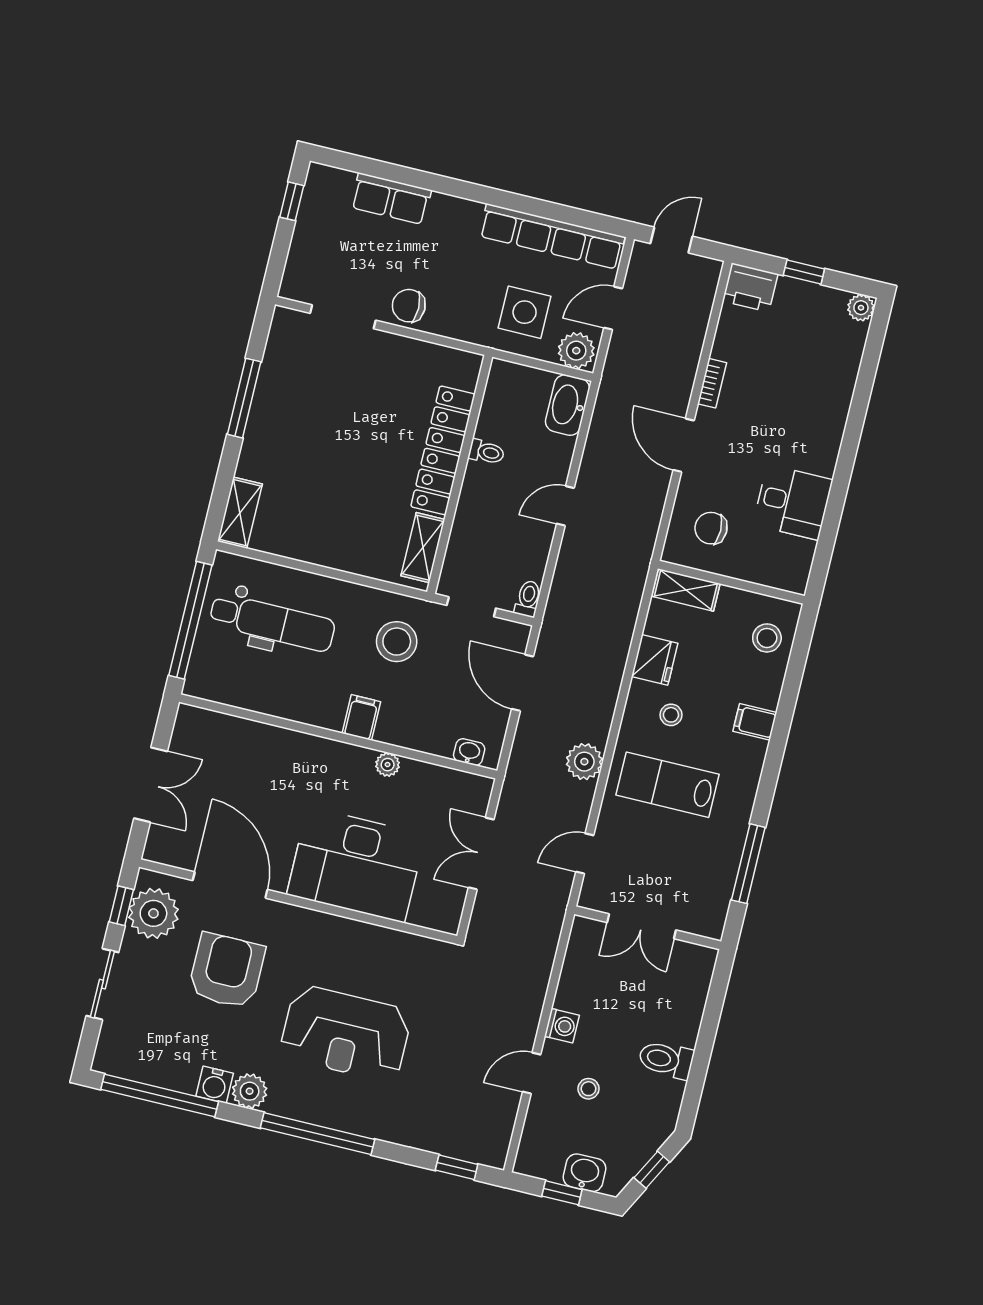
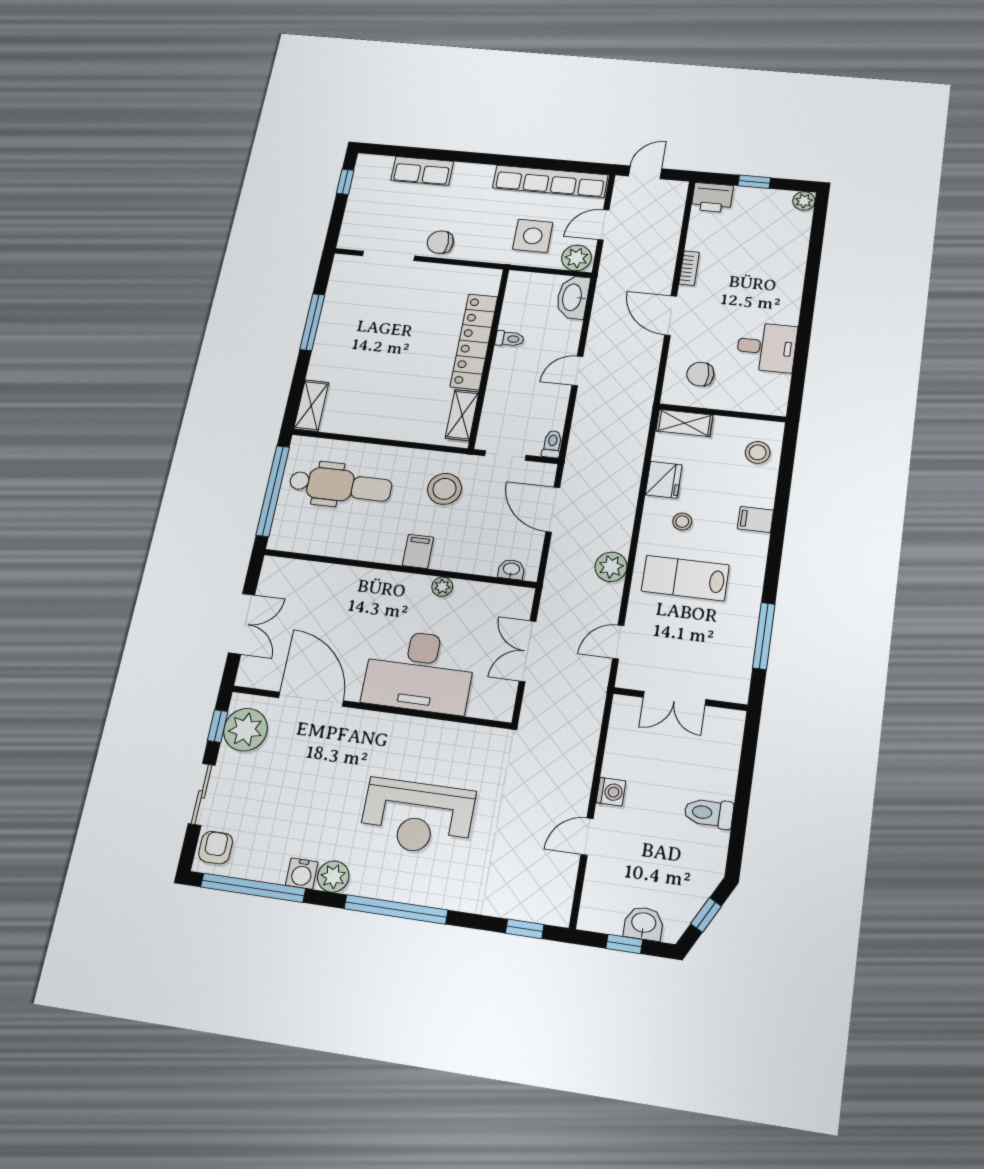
armchair: (227, 971) -> (216, 848), moved, width x0.53, depth x0.53
stool: (589, 1089) -> (640, 846), removed

